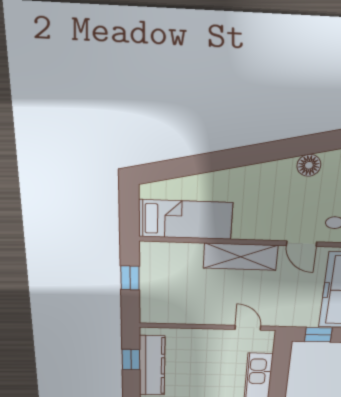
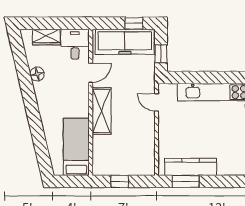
door: (248, 328) -> (157, 102), hinge flipped
window: (131, 360) -> (186, 181), width x1.50

